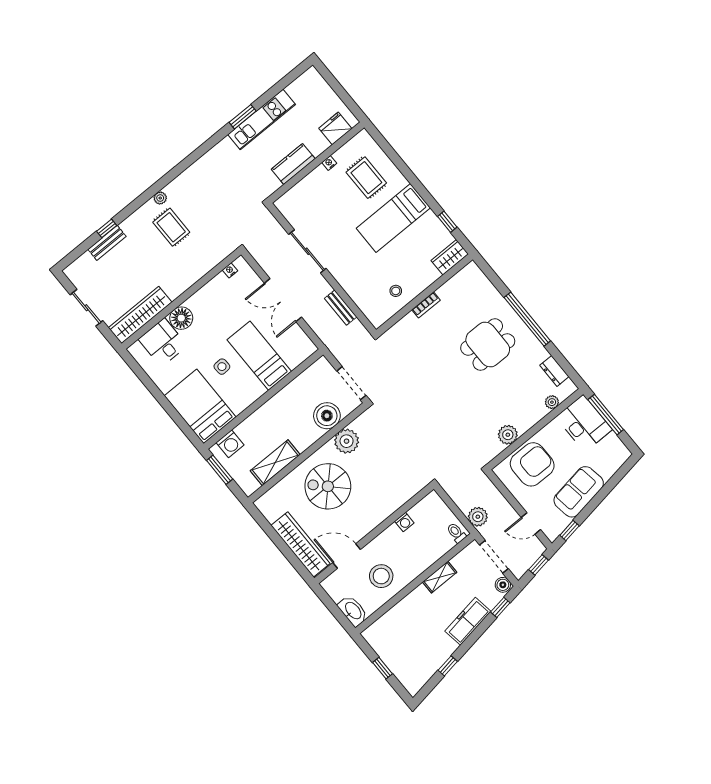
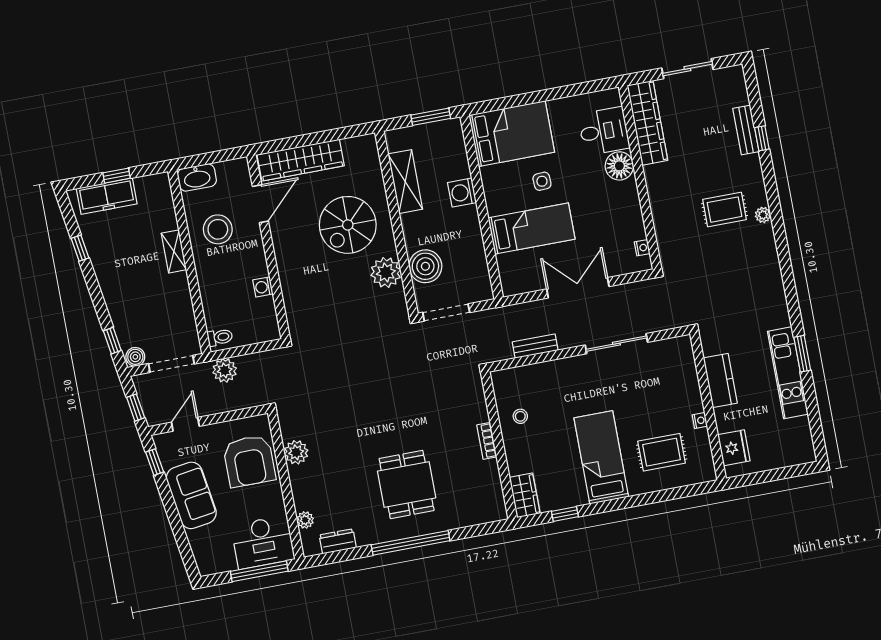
washing machine: (230, 444) -> (462, 193), moved
spiral stairs: (328, 486) -> (348, 225), turned 180
shelving: (440, 577) -> (174, 251), moved
freezer: (468, 621) -> (107, 196), moved, turned 99

